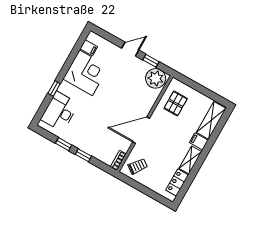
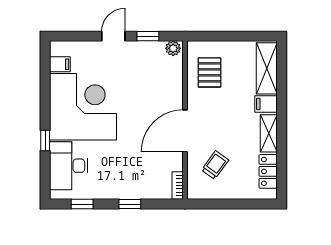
corner desk: (86, 73) -> (83, 107), width x1.36, depth x1.36
plant: (156, 78) -> (173, 48), width x0.53, depth x0.53
window: (64, 144) -> (82, 204), moved
trolley: (138, 166) -> (215, 165), moved

